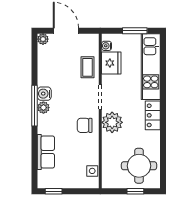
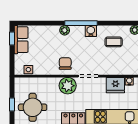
coffee table: (88, 67) -> (114, 42), moved
plant: (43, 108) -> (65, 30), moved
row of seats: (46, 152) -> (21, 40), moved, turned -90

